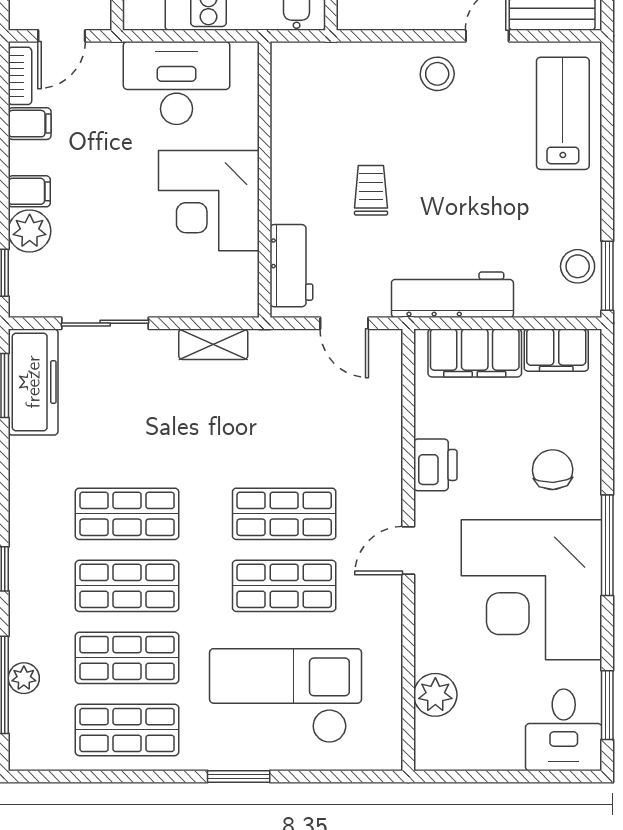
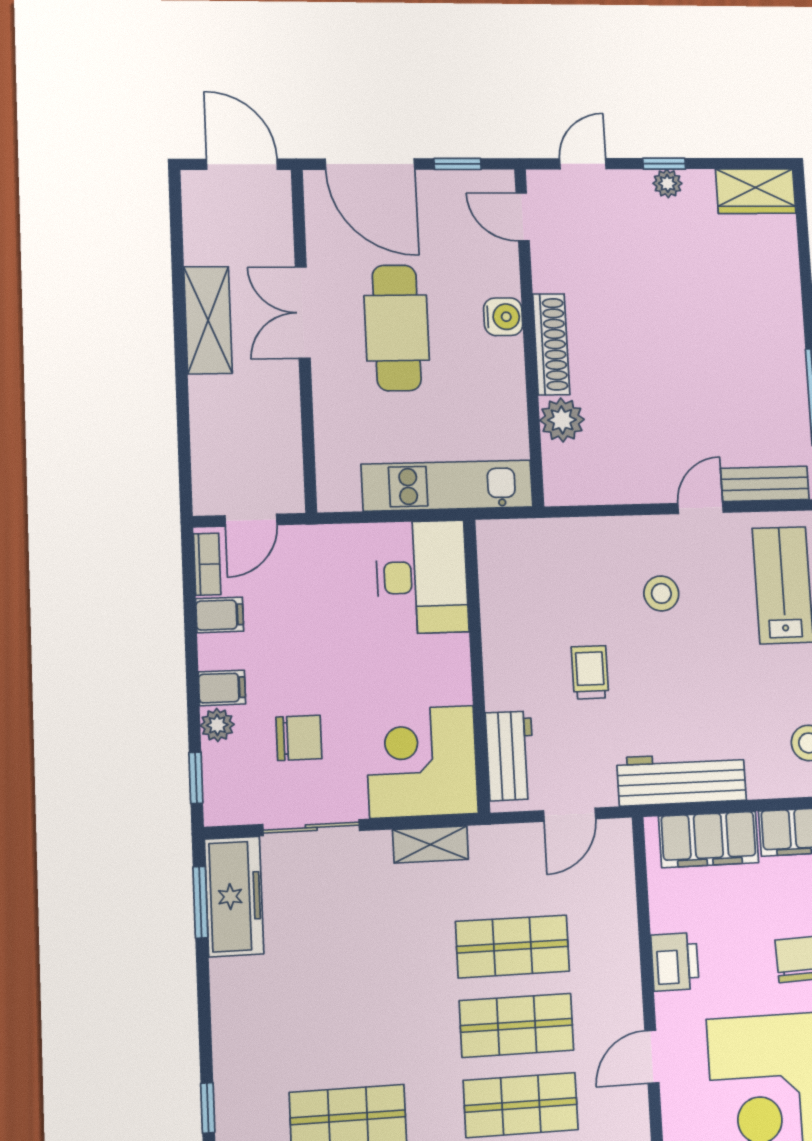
stool: (437, 74) -> (661, 593), moved
desk: (177, 83) -> (422, 577), moved, turned 90
corner desk: (209, 201) -> (422, 762), moved, turned 90
plant: (30, 231) -> (217, 725), width x0.73, depth x0.73
chair: (97, 240) -> (299, 738), added
door: (344, 323) -> (570, 815), hinge flipped
shop shelf: (127, 514) -> (512, 946), moved

